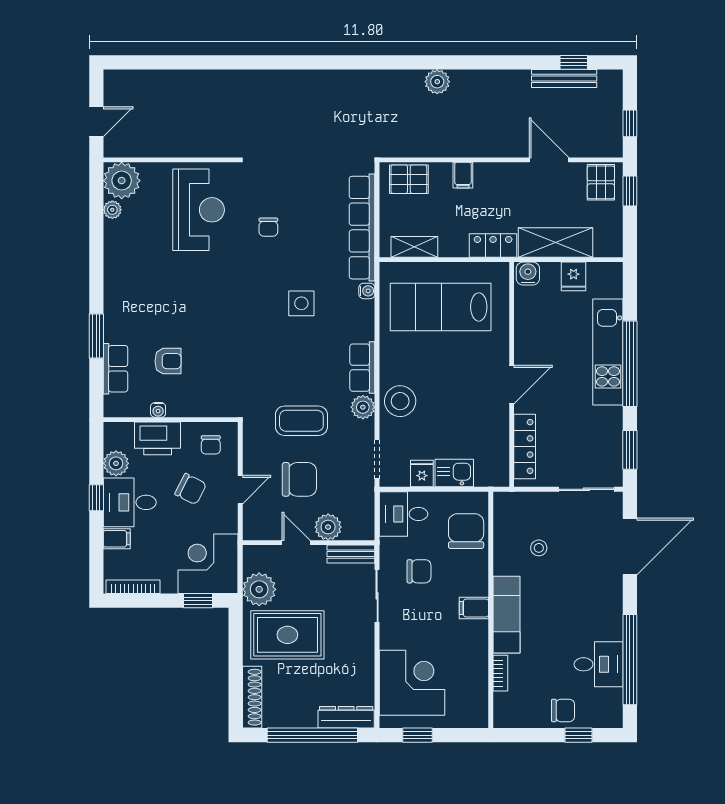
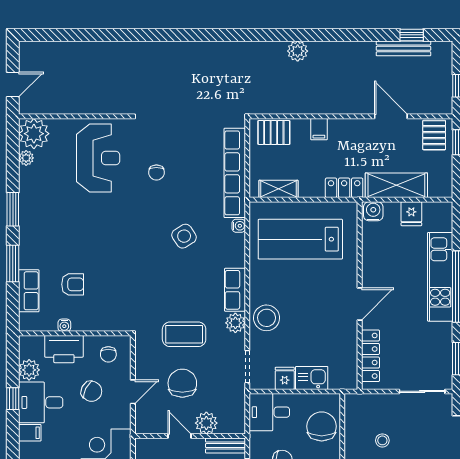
window: (96, 271) -> (13, 209), added
side table: (301, 303) -> (184, 236), turned -33
chair: (299, 479) -> (182, 383), turned -90

